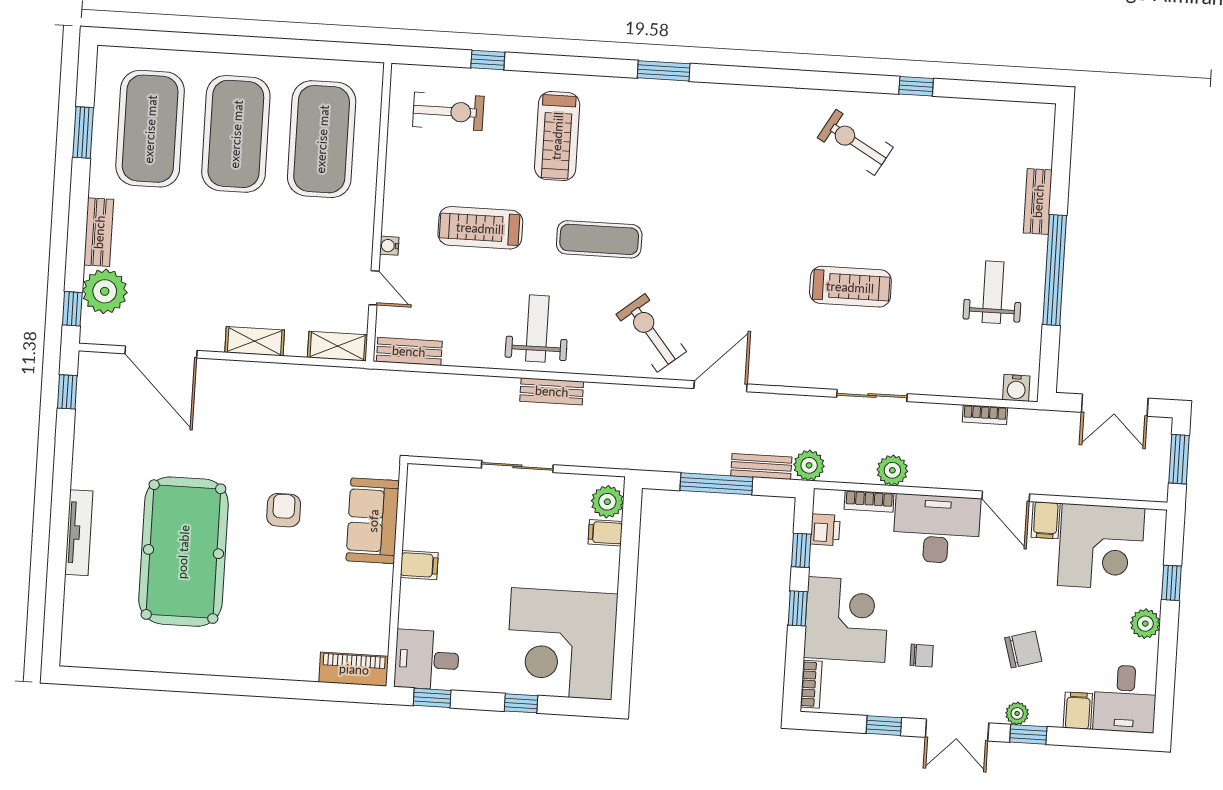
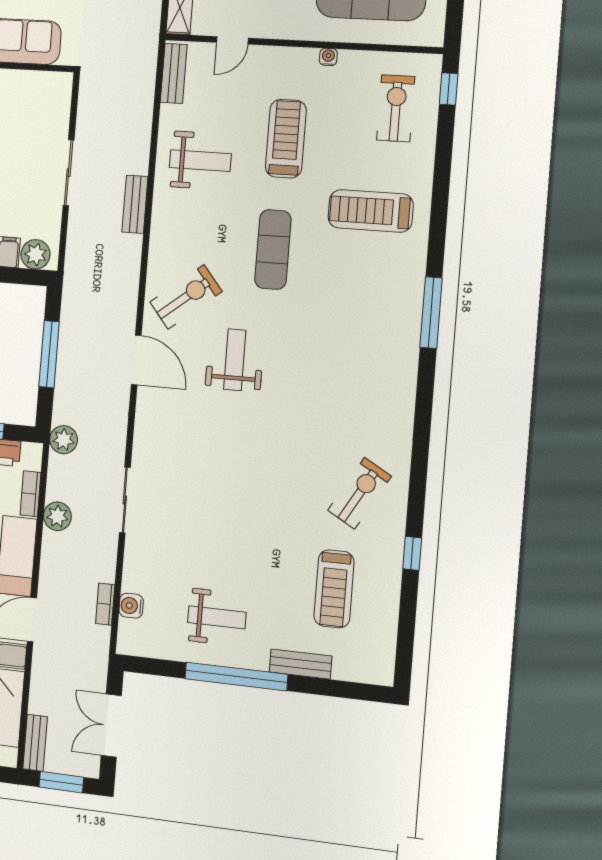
window: (488, 60) -> (449, 89), moved
window: (664, 71) -> (431, 313), width x1.44
exercise bike: (448, 111) -> (396, 108), turned 180
water cooler: (389, 246) -> (328, 57), moved
weight bench: (718, 278) -> (235, 360), added
treadmill: (850, 287) -> (334, 589), moved
weight bench: (537, 328) -> (200, 161), moved
water cooler: (1016, 388) -> (131, 606), moved
bench: (761, 466) -> (35, 743), moved

